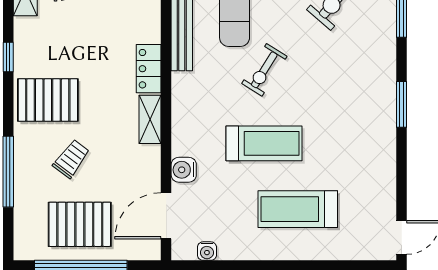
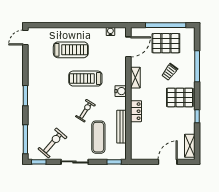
shelving: (150, 119) -> (135, 78), moved
water cooler: (184, 170) -> (121, 91), moved

